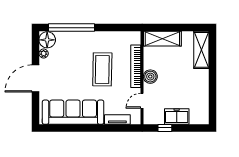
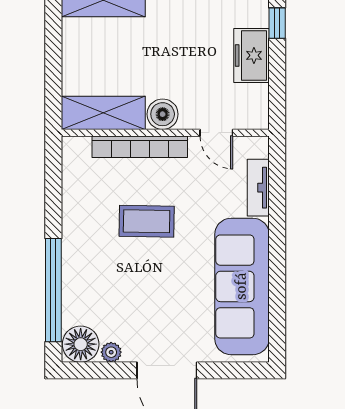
shelving: (162, 39) -> (103, 113), moved, turned 90
coffee table: (102, 69) -> (147, 221), width x0.73, depth x0.76
window: (165, 128) -> (277, 23), moved

